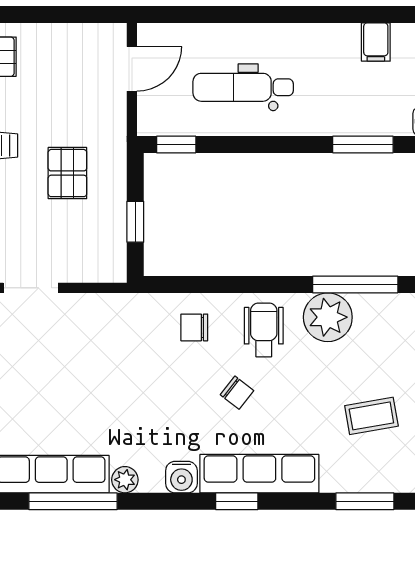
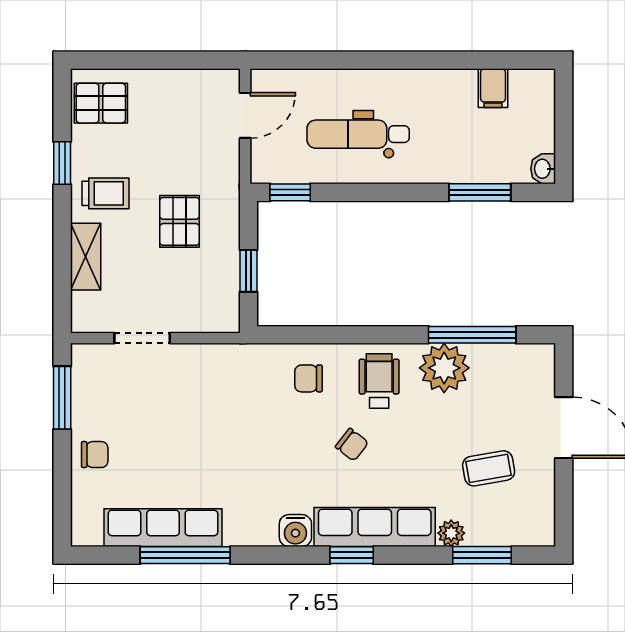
plant: (125, 480) -> (451, 533), moved

